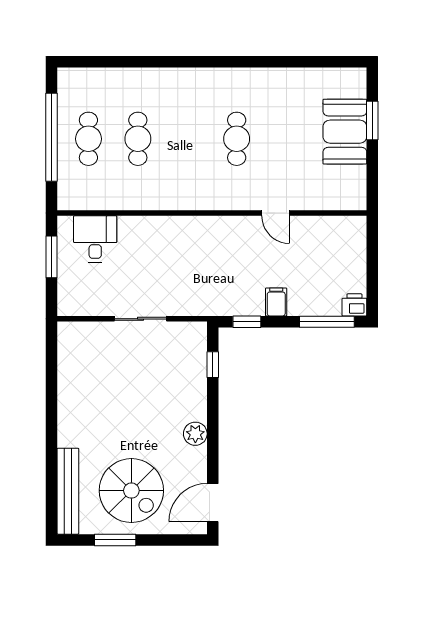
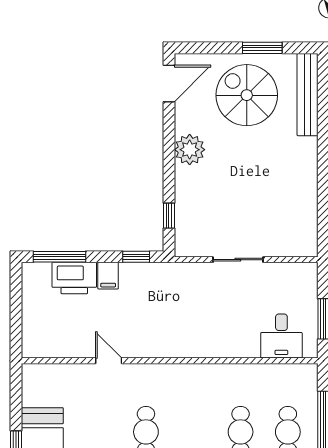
printer: (354, 305) -> (74, 278), moved, width x1.87, depth x1.48
plant: (195, 434) -> (190, 150), width x1.36, depth x1.36

